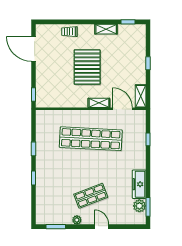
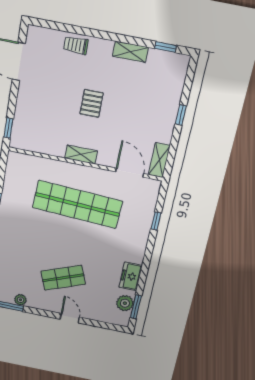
pallet: (87, 67) -> (92, 103), width x0.49, depth x0.50
shelving: (99, 103) -> (81, 155), moved
freezer: (139, 184) -> (131, 276), width x0.71
plant: (77, 220) -> (21, 300), moved

